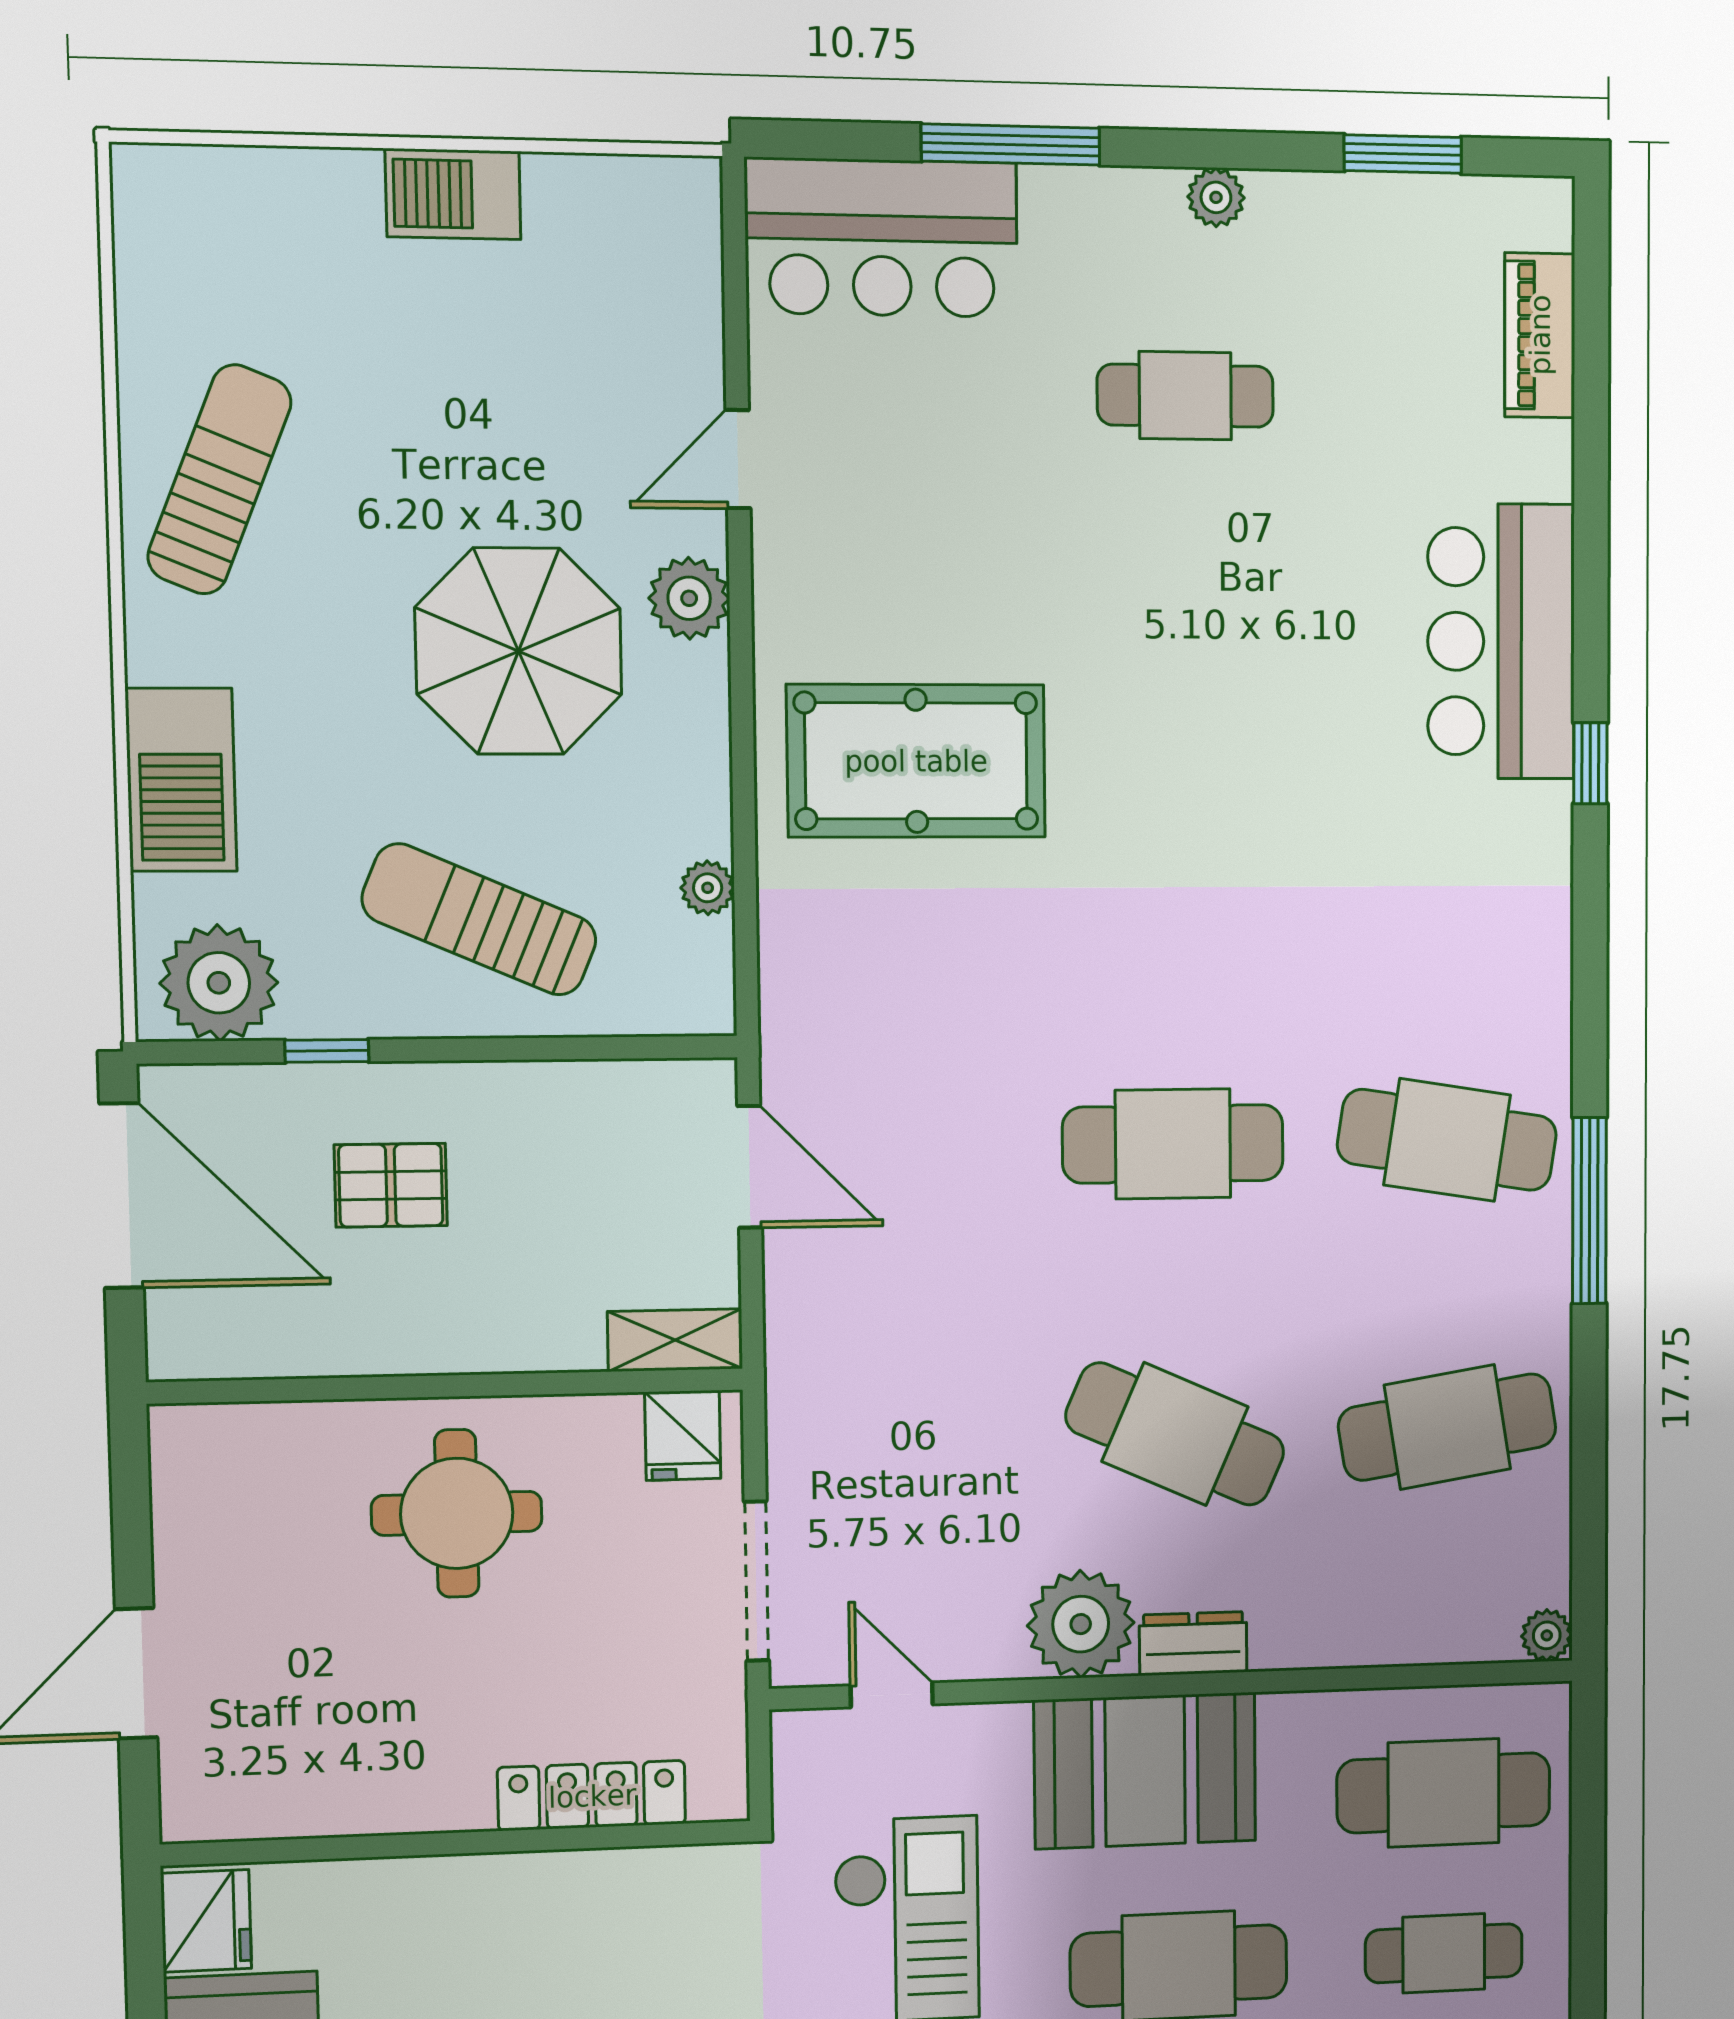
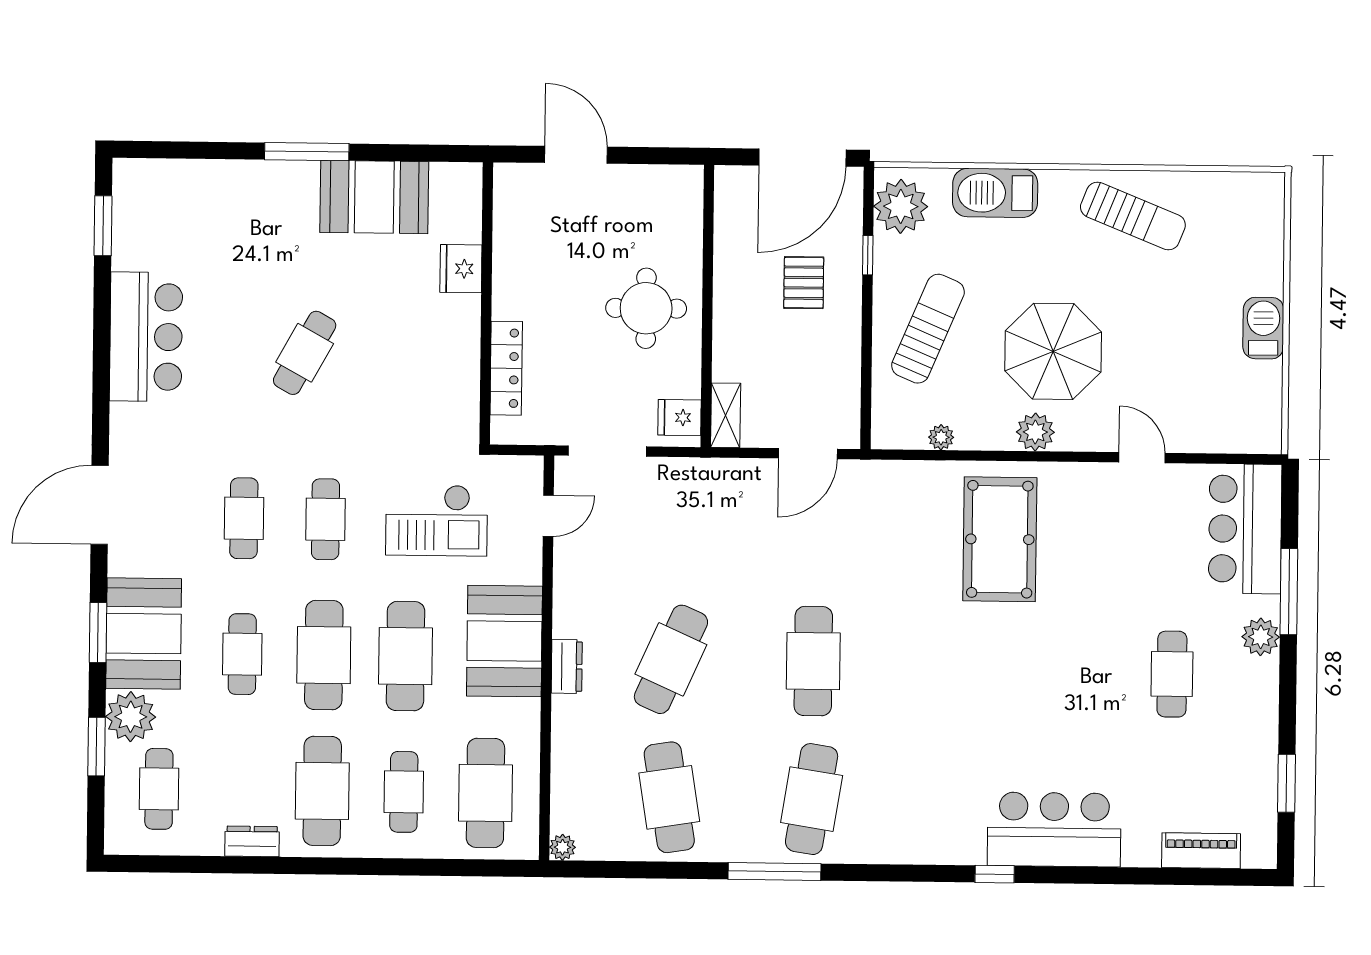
plant: (1216, 197) -> (1261, 637), moved, width x1.38, depth x1.38
plant: (689, 598) -> (1035, 432), moved
plant: (1081, 1624) -> (579, 610), removed
fridge: (206, 1921) -> (461, 269), moved, turned 90

